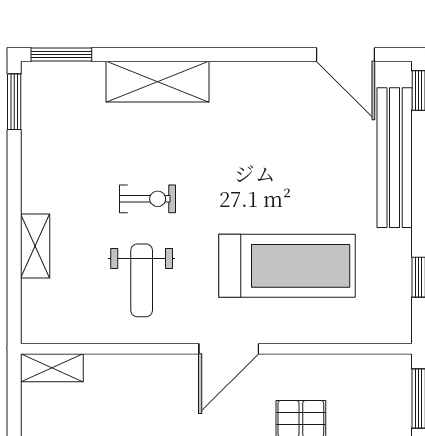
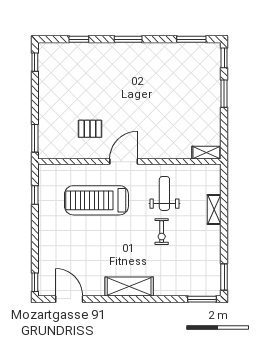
shelving: (157, 82) -> (129, 286), moved
bench: (395, 158) -> (46, 251), removed
exercise bike: (148, 199) -> (162, 232), turned -90

